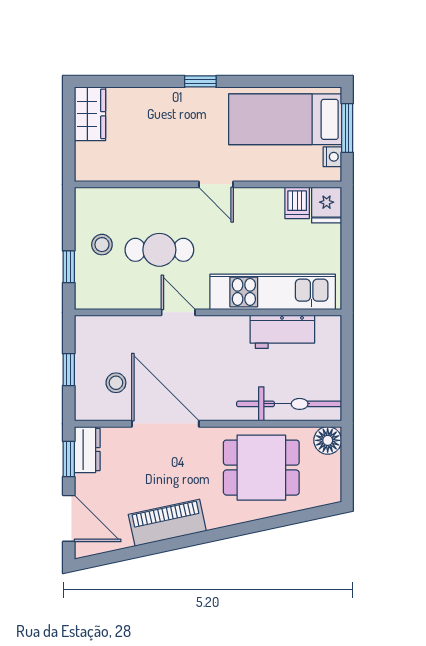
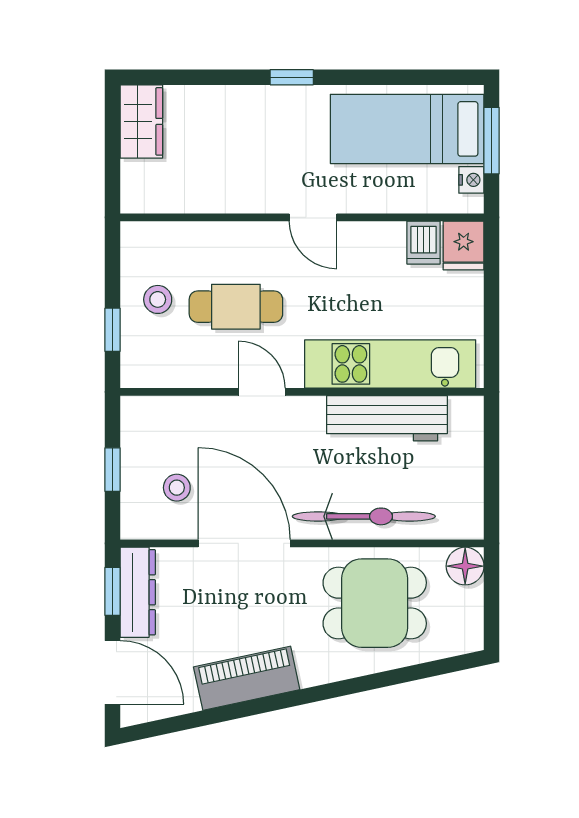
workbench: (282, 332) -> (387, 418), width x1.38
bicycle: (289, 404) -> (364, 516), moved
dresser: (87, 450) -> (138, 592), width x1.44

